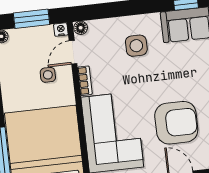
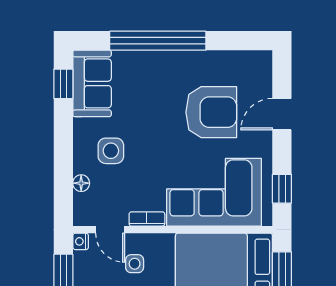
floor lamp: (81, 28) -> (81, 183), moved
armchair: (176, 123) -> (211, 112), turned 90

